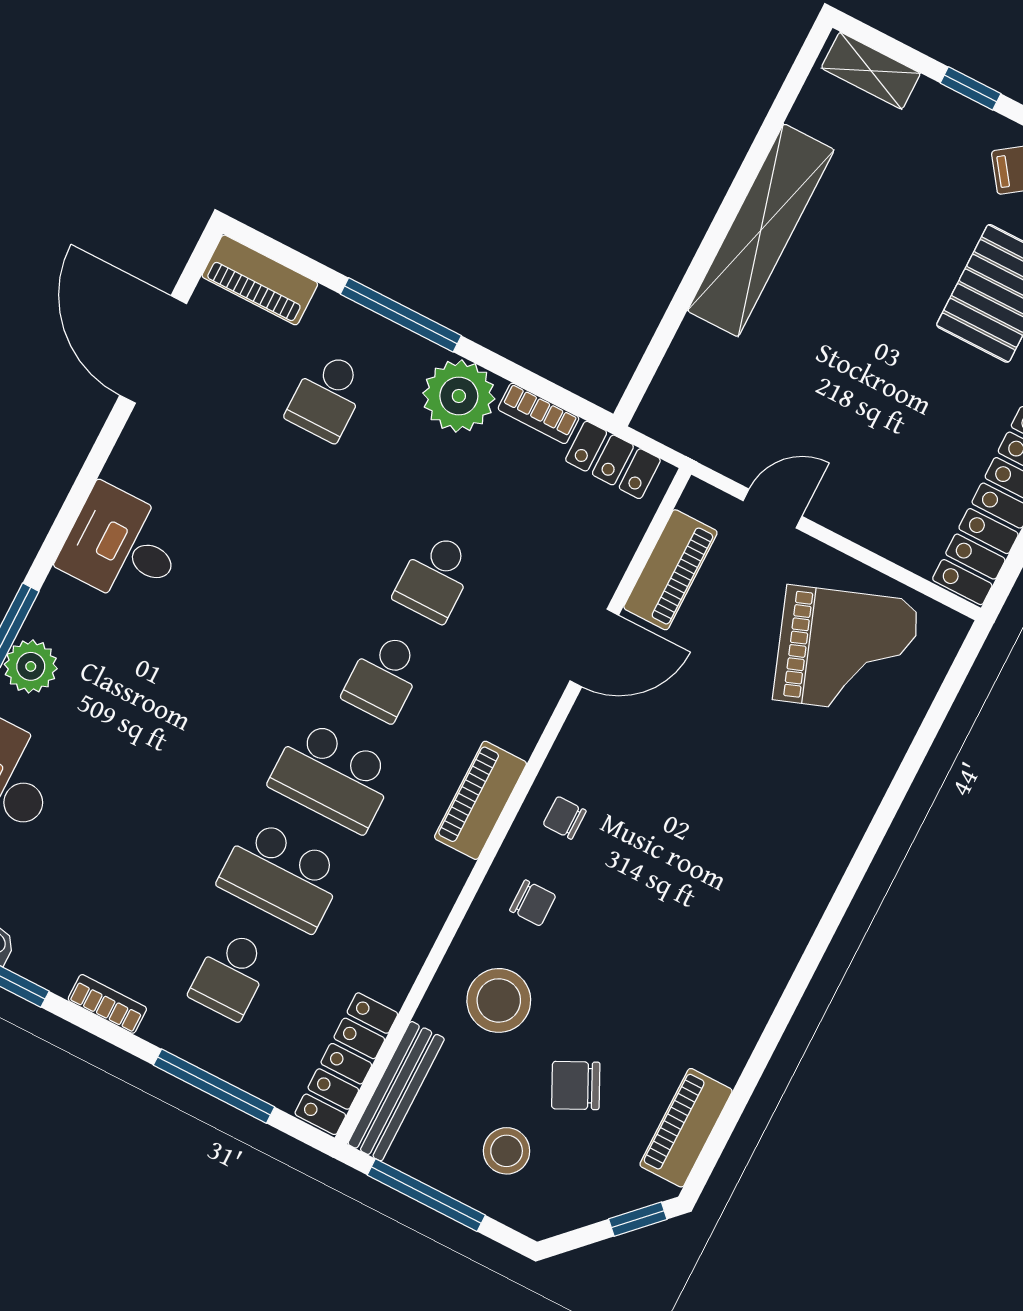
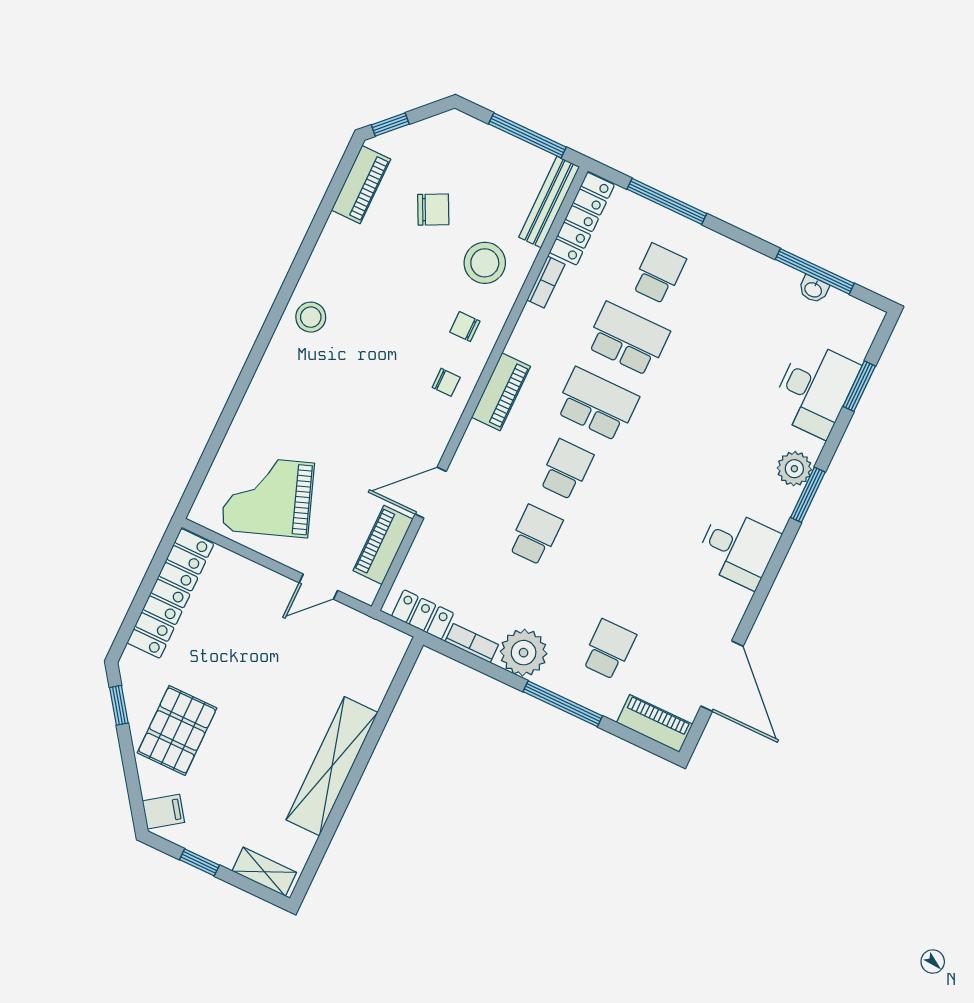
bookcase: (107, 1004) -> (546, 282), moved, turned -90
stool: (507, 1151) -> (311, 317), moved

